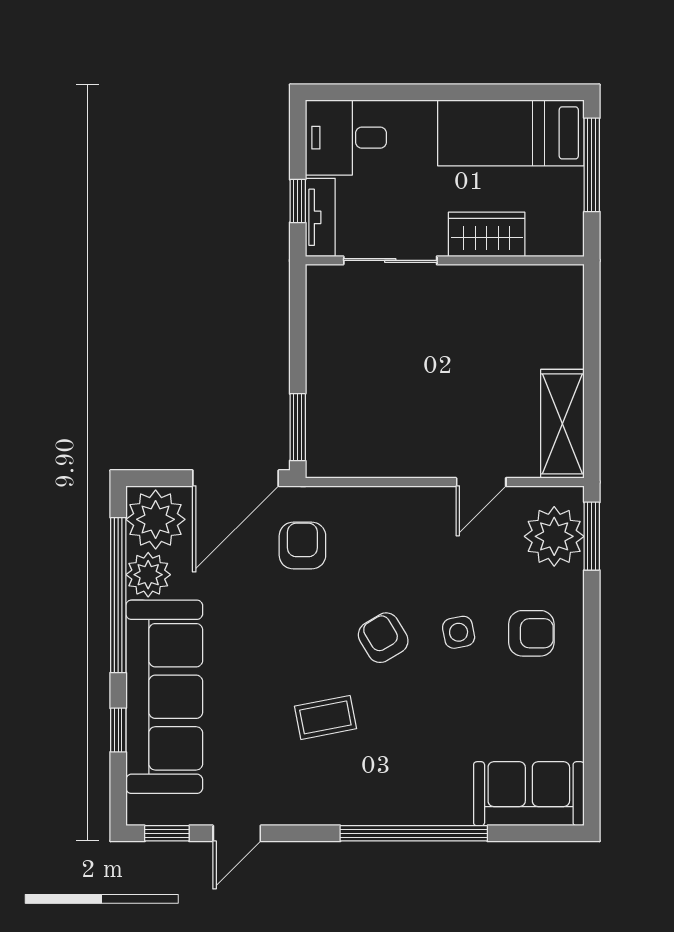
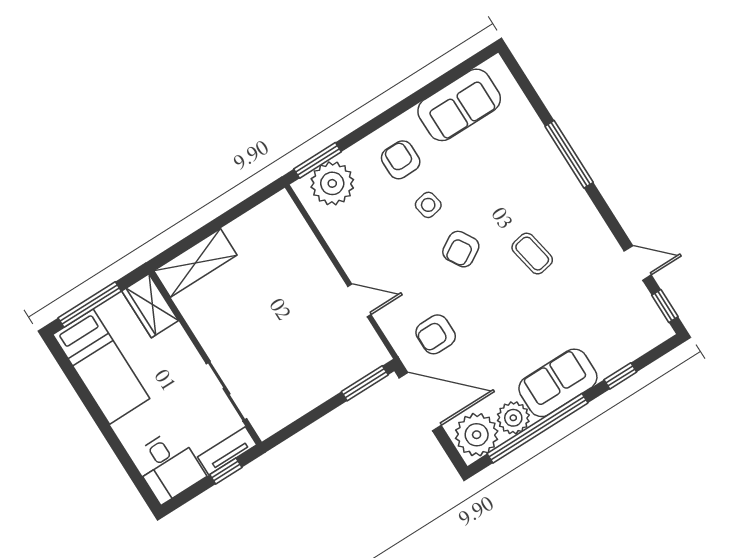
wardrobe: (487, 234) -> (150, 306), moved
shelving: (562, 424) -> (195, 263), moved
door: (481, 482) -> (359, 300), moved
sofa: (164, 697) -> (558, 383), width x0.54, depth x0.79
sofa: (529, 794) -> (459, 105), moved, turned -90
window: (414, 833) -> (569, 154), width x0.68

